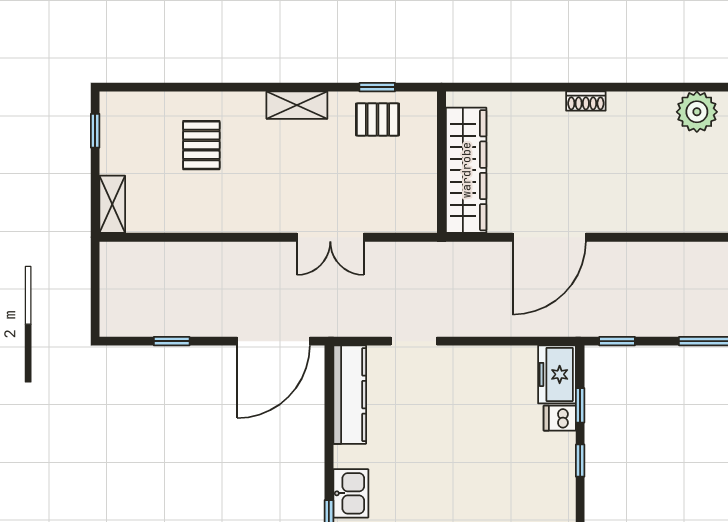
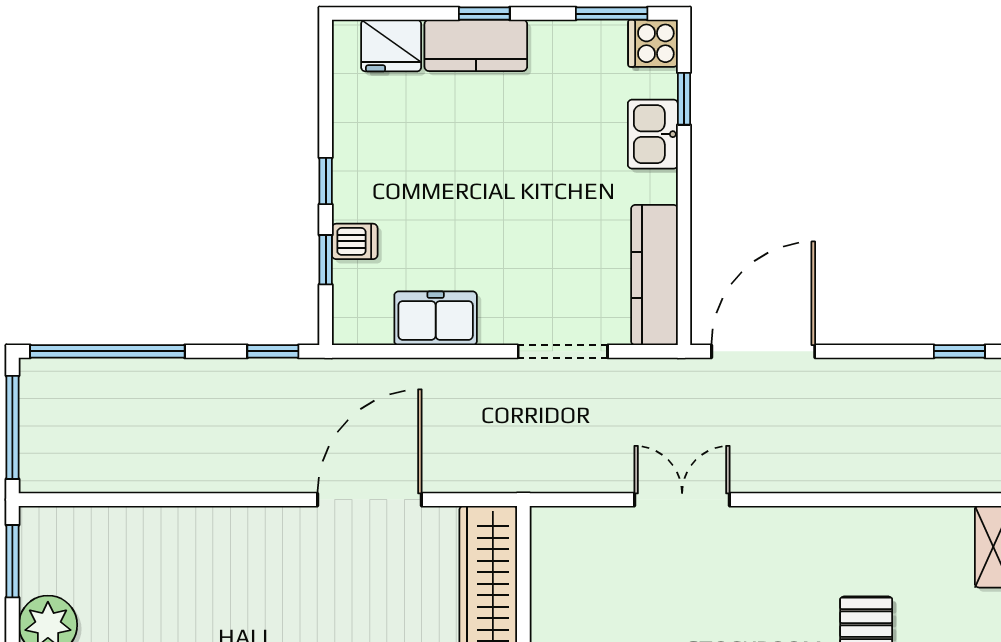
window: (172, 341) -> (959, 351), moved
doorway: (414, 341) -> (563, 351), width x1.38
freezer: (557, 374) -> (436, 318), moved, turned -90

